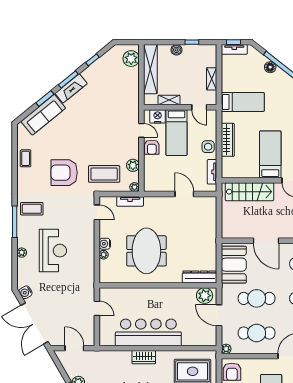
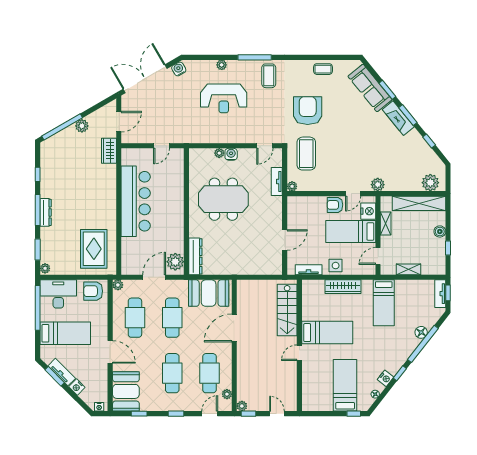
plant: (133, 165) -> (378, 185), moved
wardrobe: (144, 357) -> (109, 151), moved

